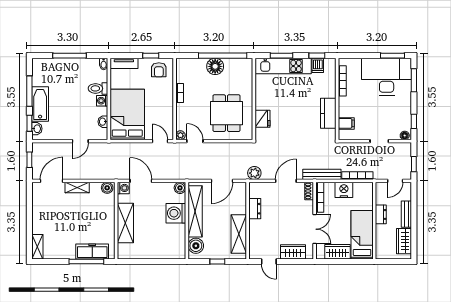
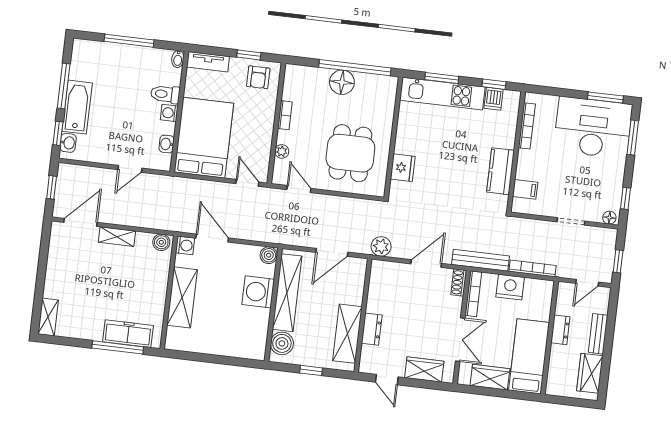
plant: (180, 135) -> (282, 151), moved
dresser: (255, 209) -> (372, 329), moved

